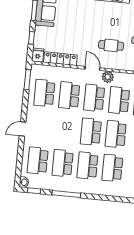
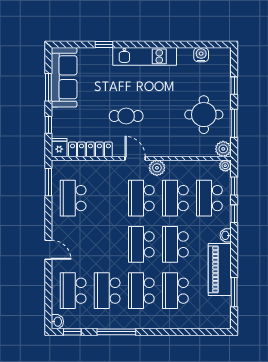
cafe table: (111, 45) -> (126, 116), moved
school desk: (69, 95) -> (107, 198), removed
door: (23, 129) -> (48, 250), swing flipped

